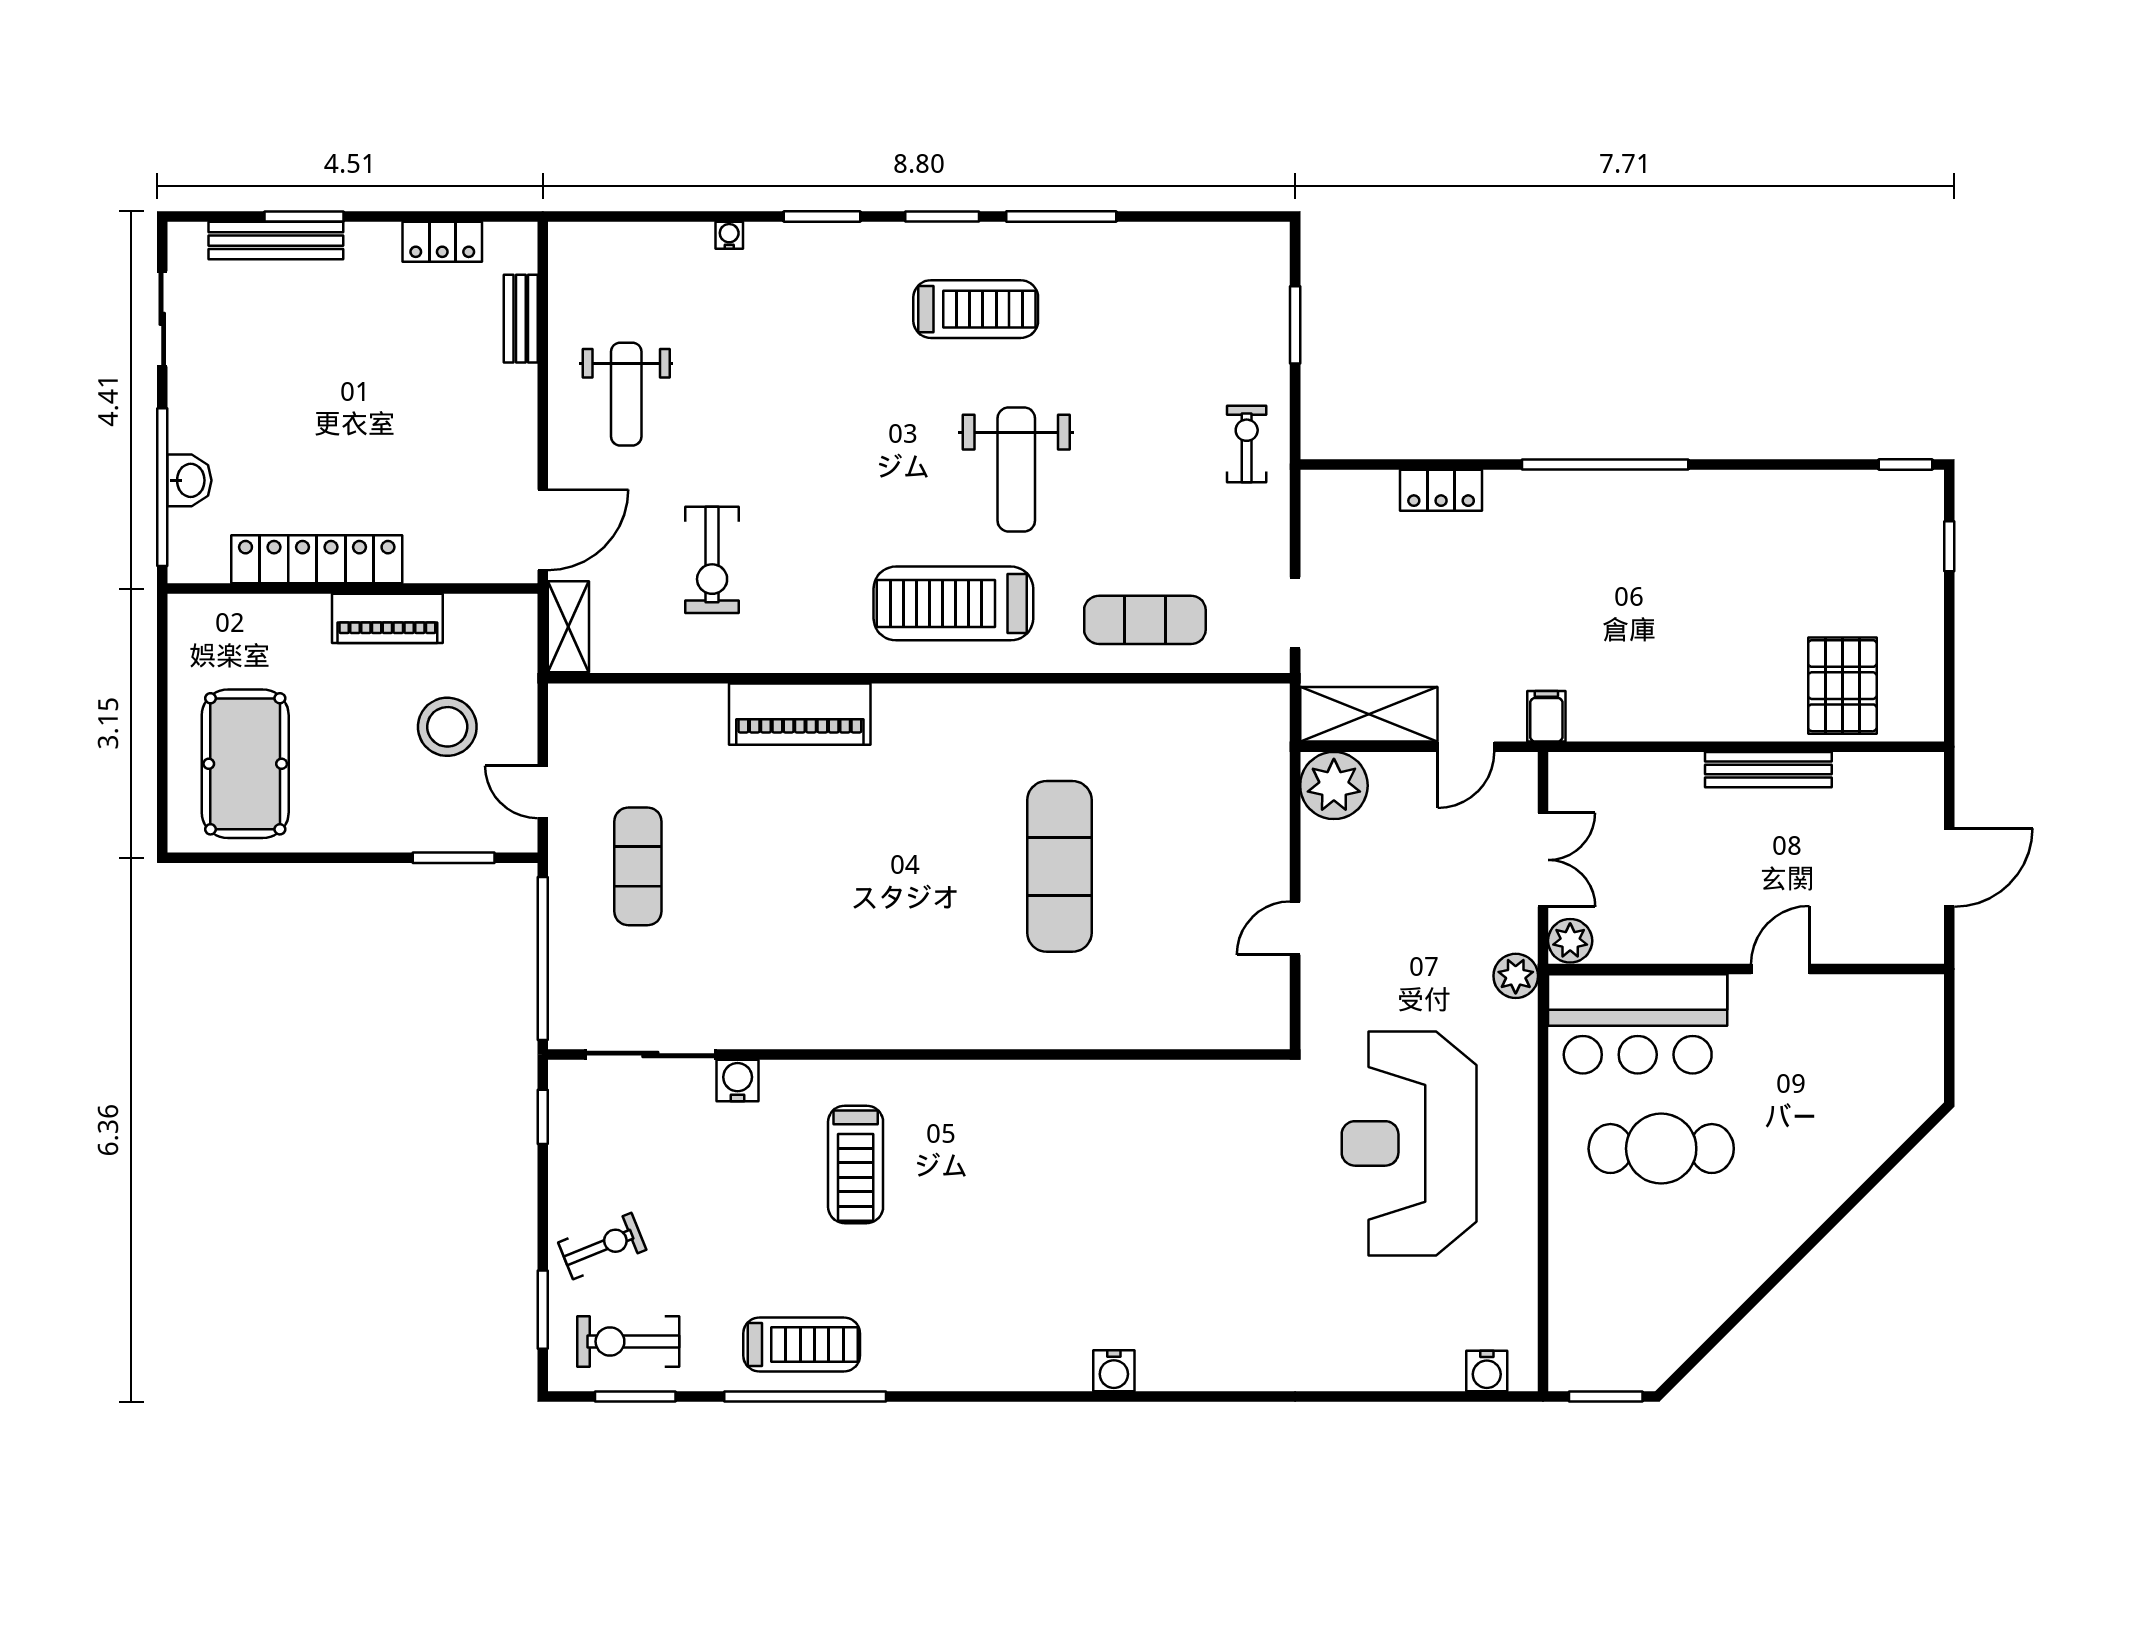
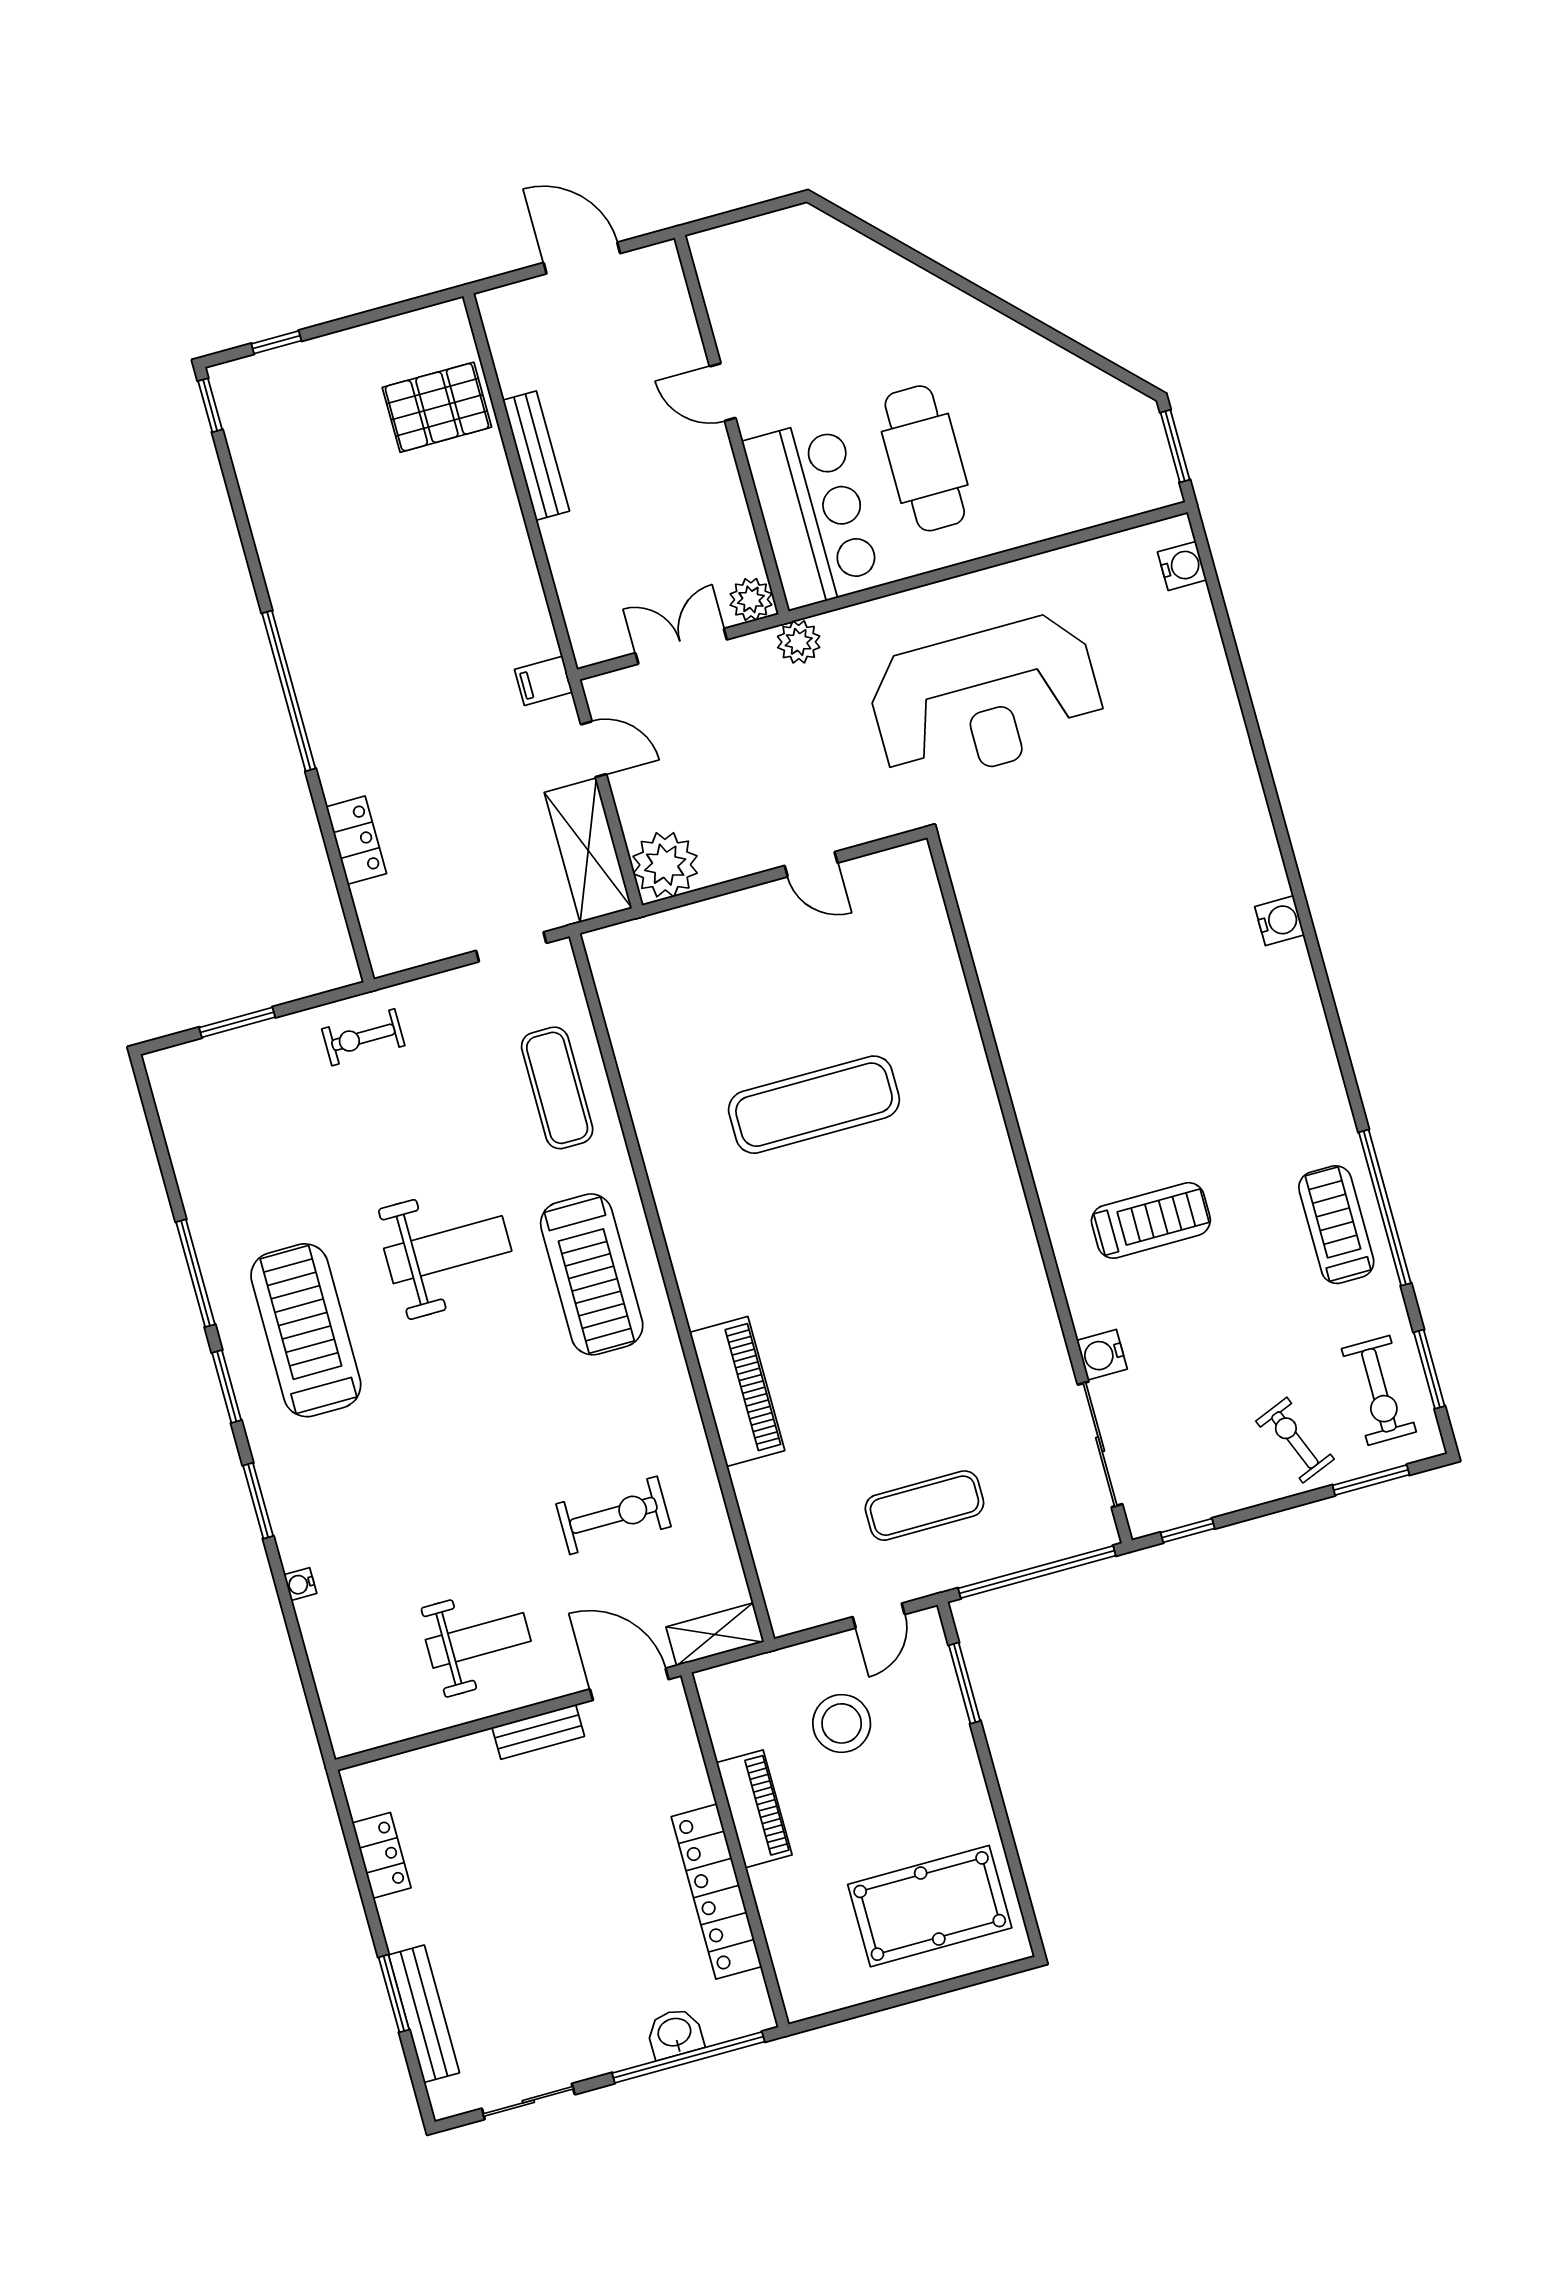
treadmill: (976, 309) -> (306, 1330), width x1.37, depth x1.38
bench: (521, 319) -> (538, 1732), moved

